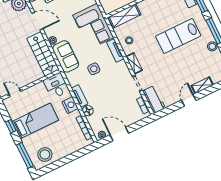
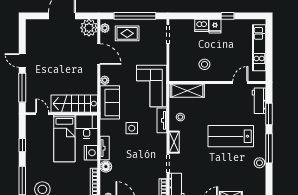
stairs: (43, 54) -> (74, 104), moved, turned 90
bed: (35, 121) -> (64, 138), moved, turned 90

